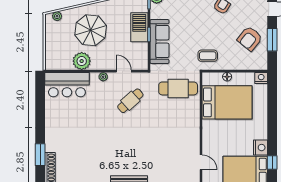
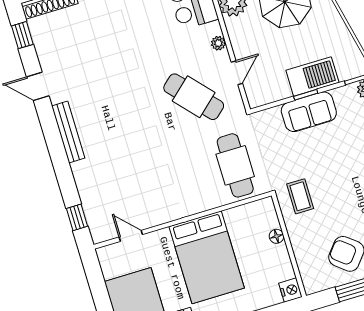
sofa: (160, 42) -> (309, 112), width x0.73
cafe table: (130, 101) -> (194, 97), width x1.37, depth x1.35
bed: (227, 102) -> (207, 257), moved
door: (201, 162) -> (131, 236), swing flipped

